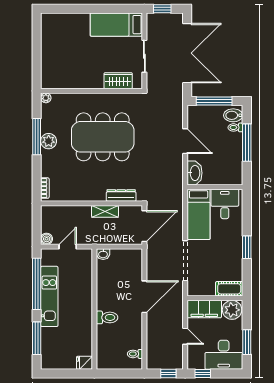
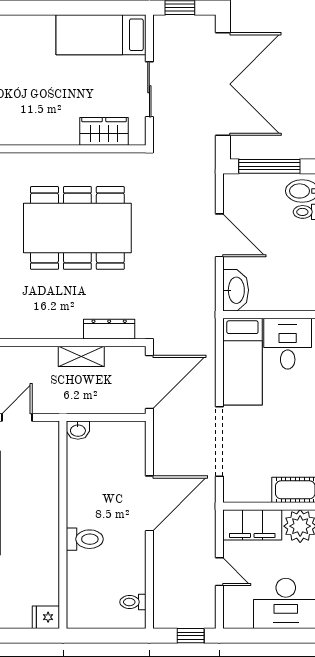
window: (203, 373) -> (250, 636), removed

